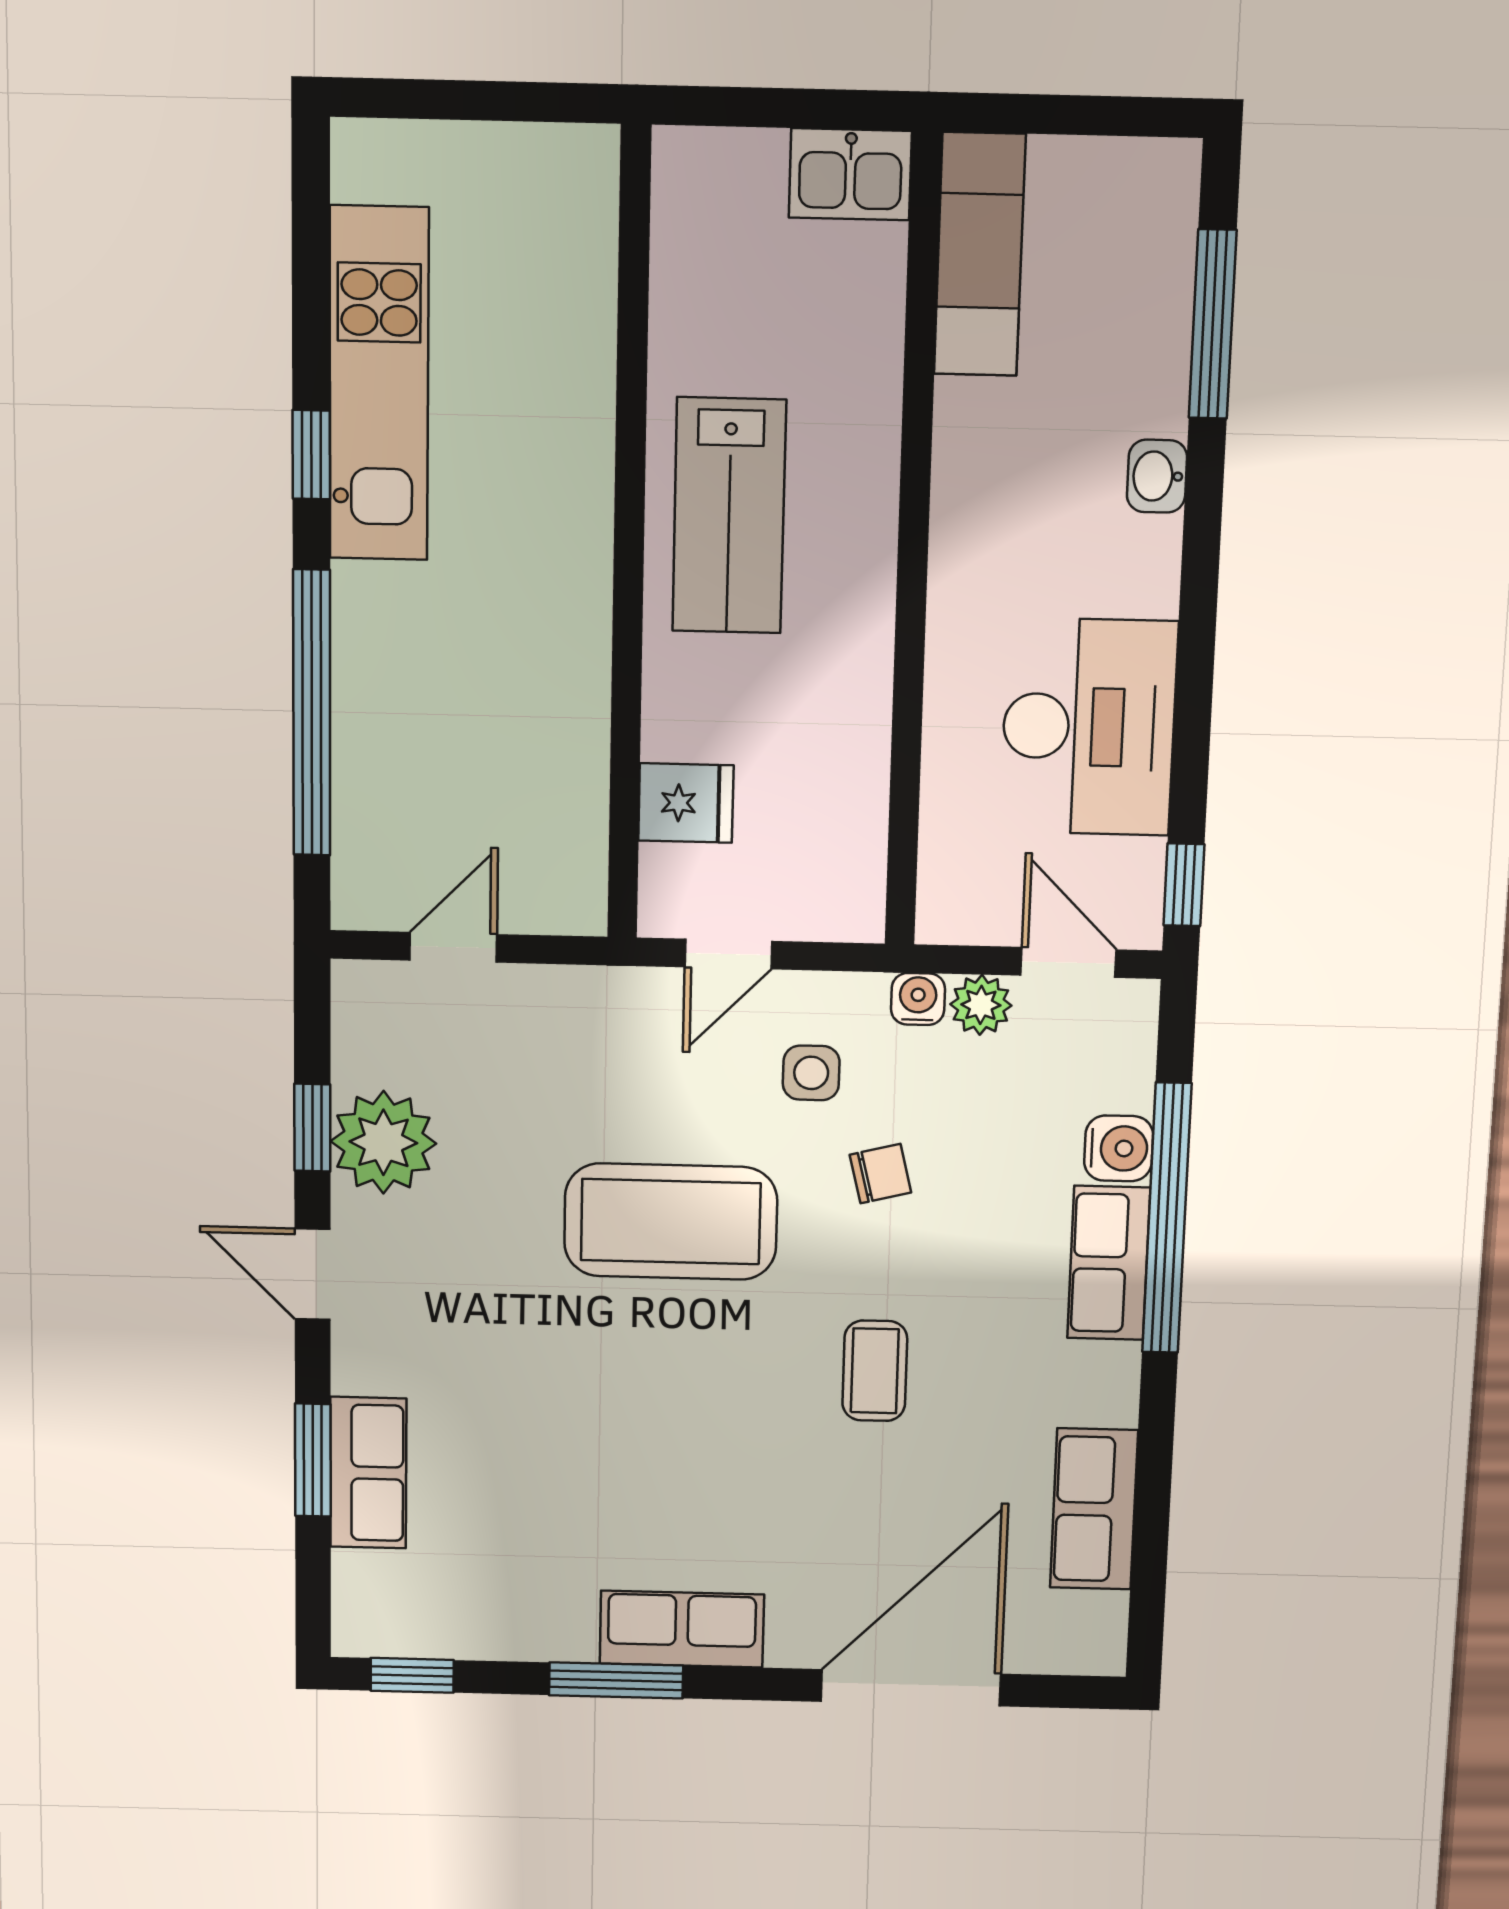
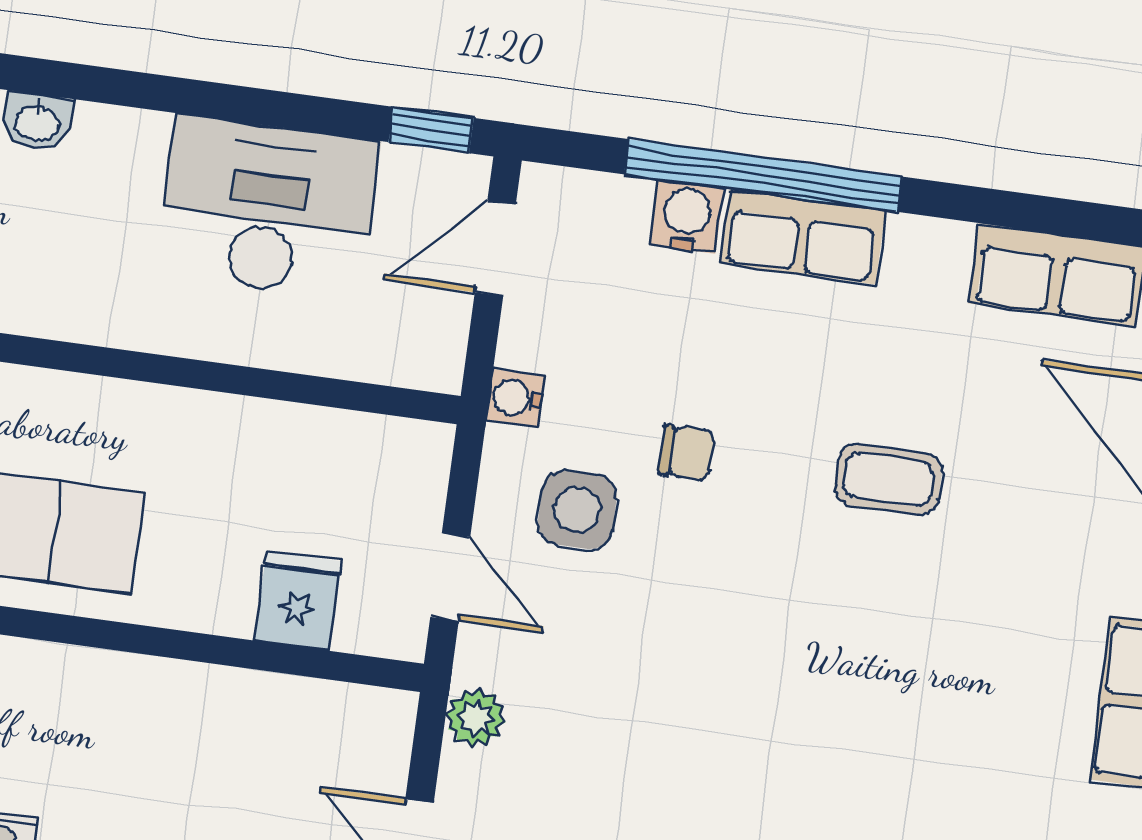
plant: (981, 1005) -> (476, 718), moved
side table: (811, 1073) -> (577, 510), width x1.37, depth x1.37
chair: (880, 1174) -> (686, 453), turned 104
coffee table: (671, 1222) -> (712, 664), removed

